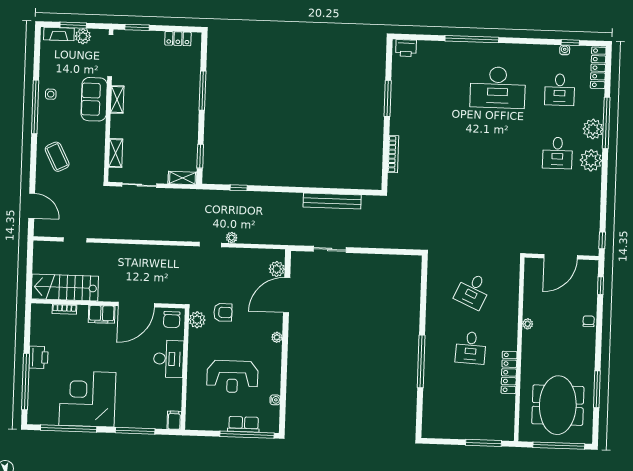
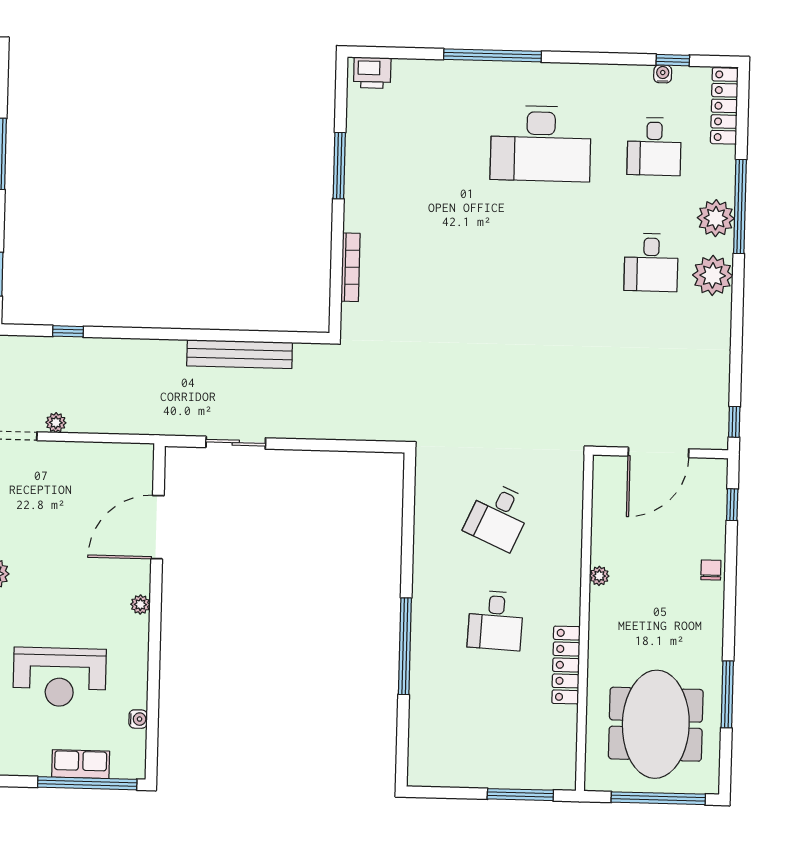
plant: (277, 269) -> (139, 479), removed
armchair: (223, 312) -> (41, 560), removed

